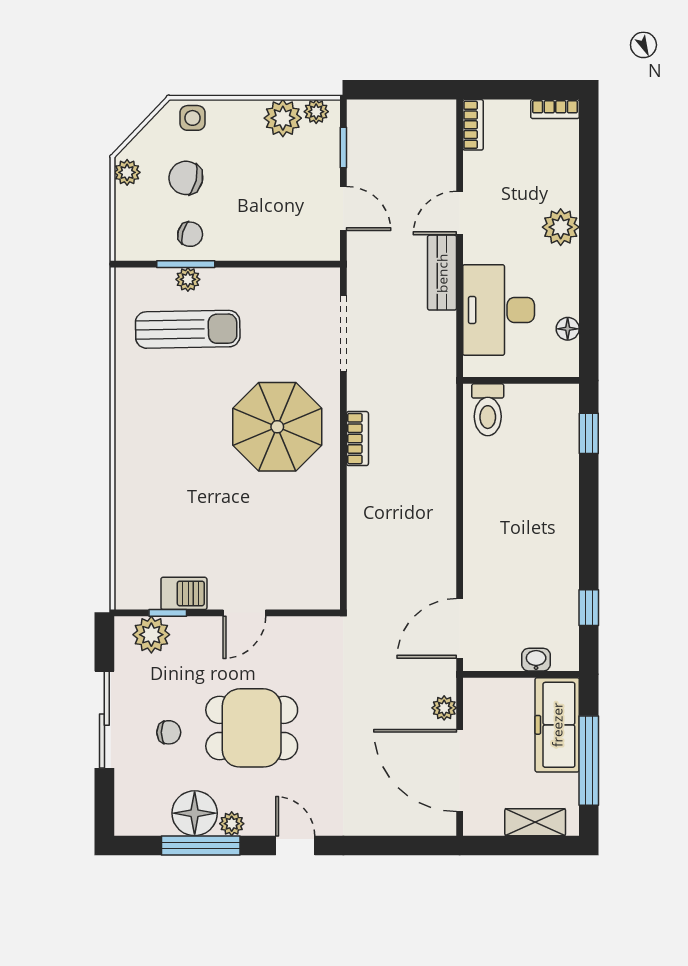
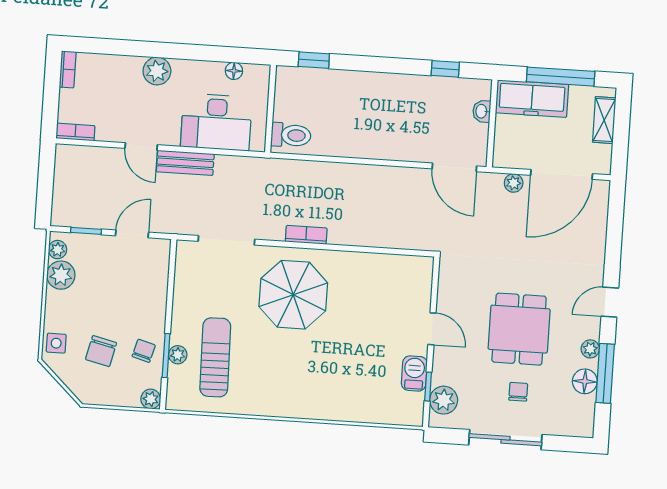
plant: (127, 172) -> (151, 399), moved
floor lamp: (195, 813) -> (585, 381), width x0.73, depth x0.73

